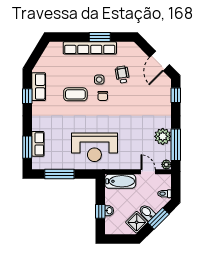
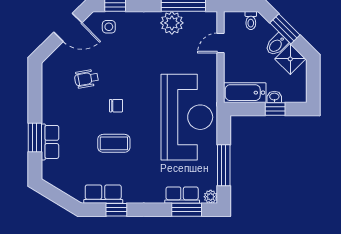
window: (100, 37) -> (35, 137), moved
row of seats: (90, 48) -> (50, 142), width x0.50
side table: (99, 80) -> (109, 27), moved
coffee table: (75, 94) -> (114, 143), turned 90
reception desk: (94, 147) -> (187, 117), width x1.36, depth x1.30
plant: (166, 164) -> (211, 197), moved
bathtub: (120, 181) -> (245, 93), moved, turned -90

